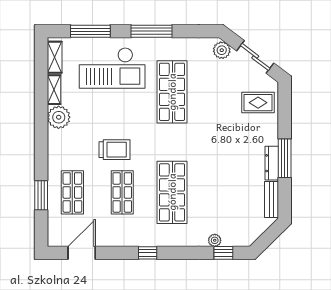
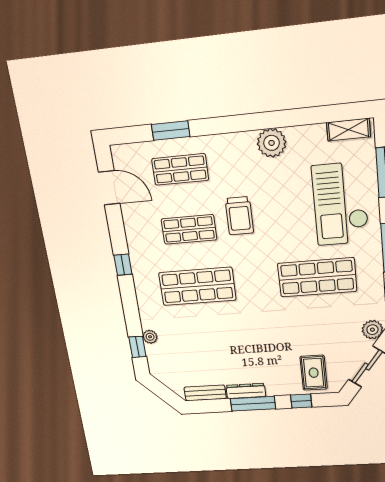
shelving: (54, 90) -> (306, 133), removed
window: (285, 116) -> (301, 401), added

